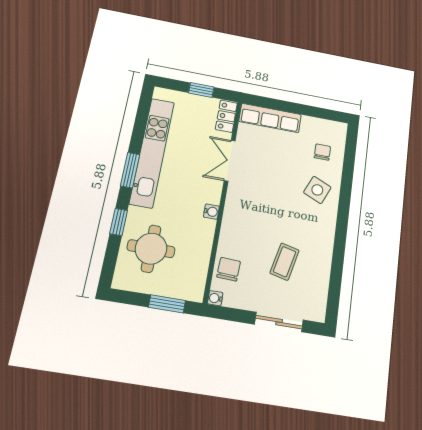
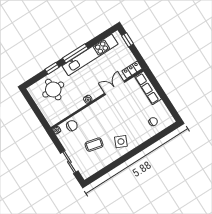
window: (201, 90) -> (128, 40), moved
window: (130, 170) -> (75, 53), width x1.44
side table: (317, 190) -> (121, 142), moved
window: (167, 304) -> (39, 114), removed

